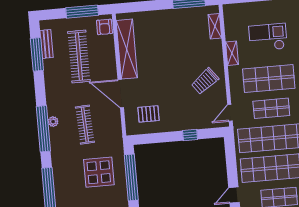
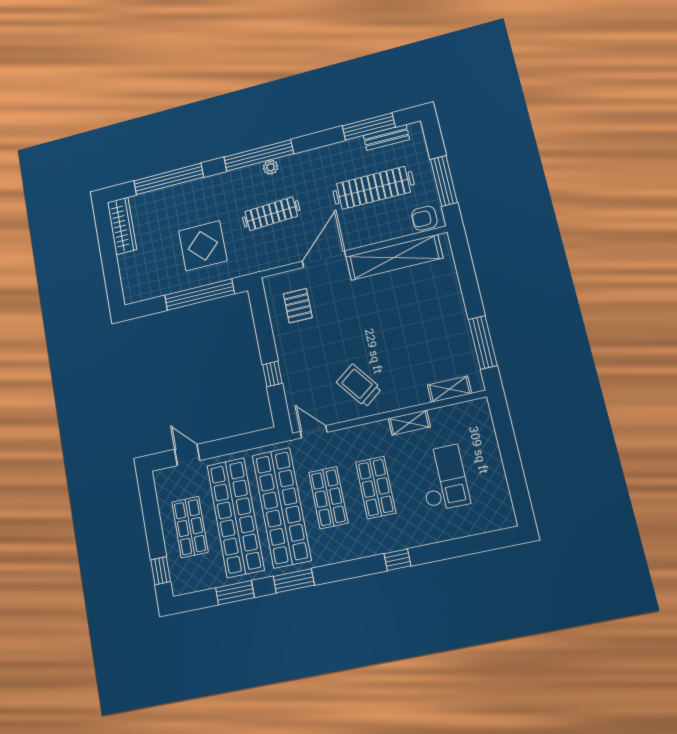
shop shelf: (269, 79) -> (376, 488), width x0.70, depth x0.74

